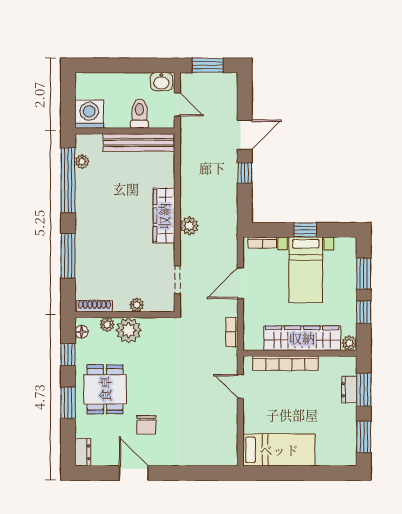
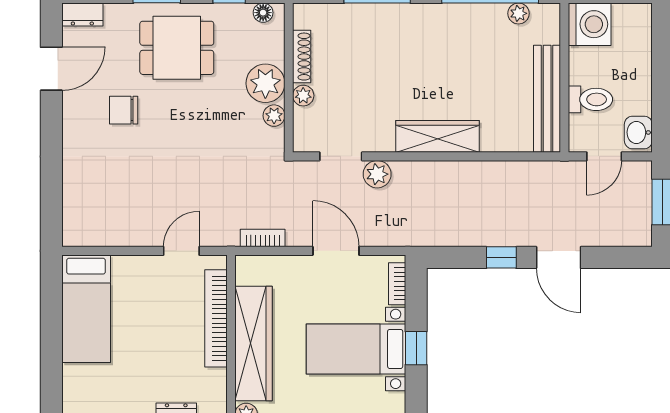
plant: (189, 226) -> (377, 174), moved
shoe rack: (94, 306) -> (302, 57), moved
plant: (107, 325) -> (274, 116), moved
door: (134, 473) -> (51, 69), moved

